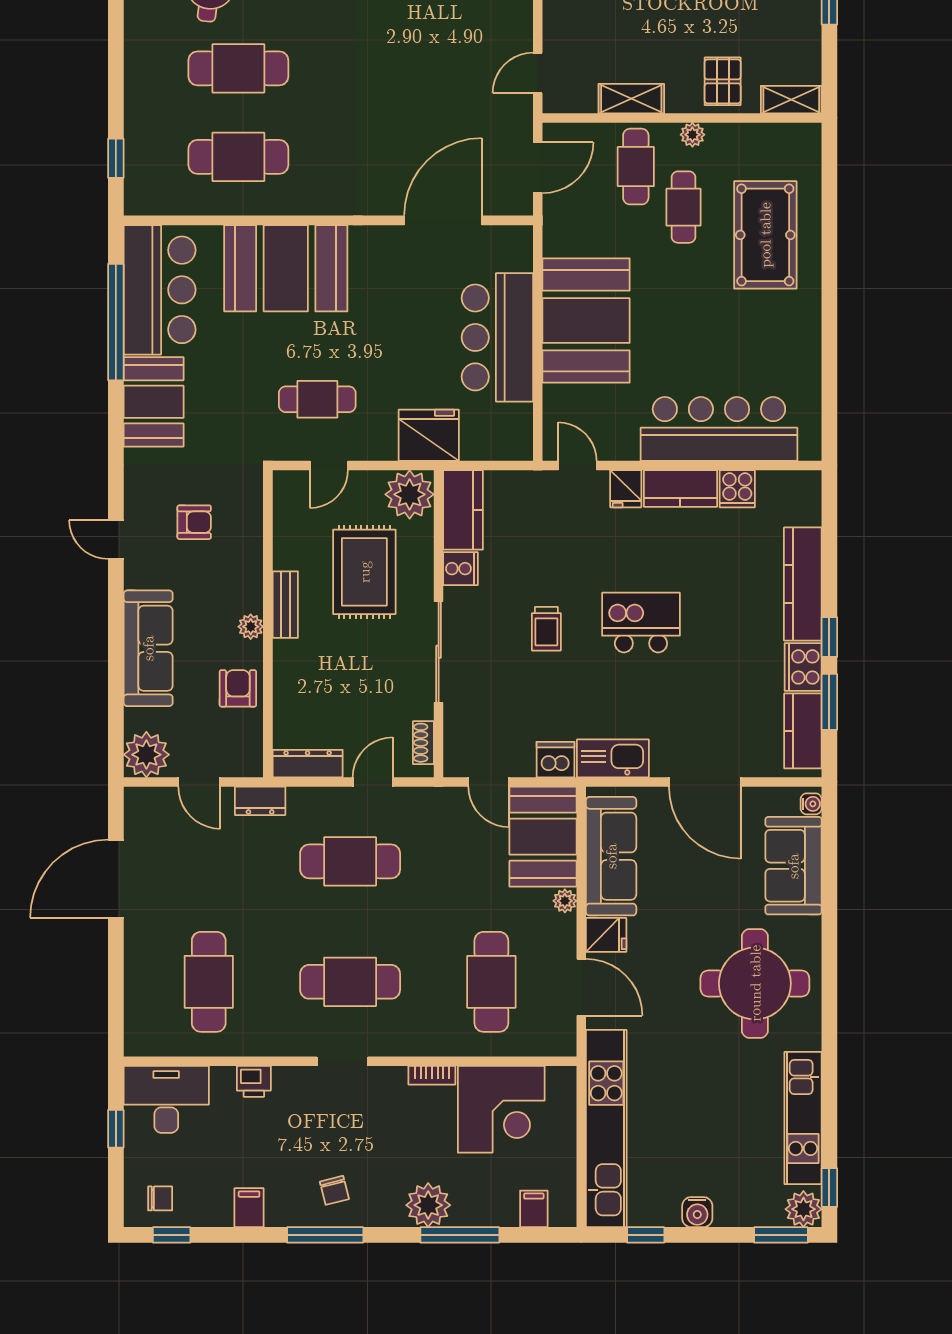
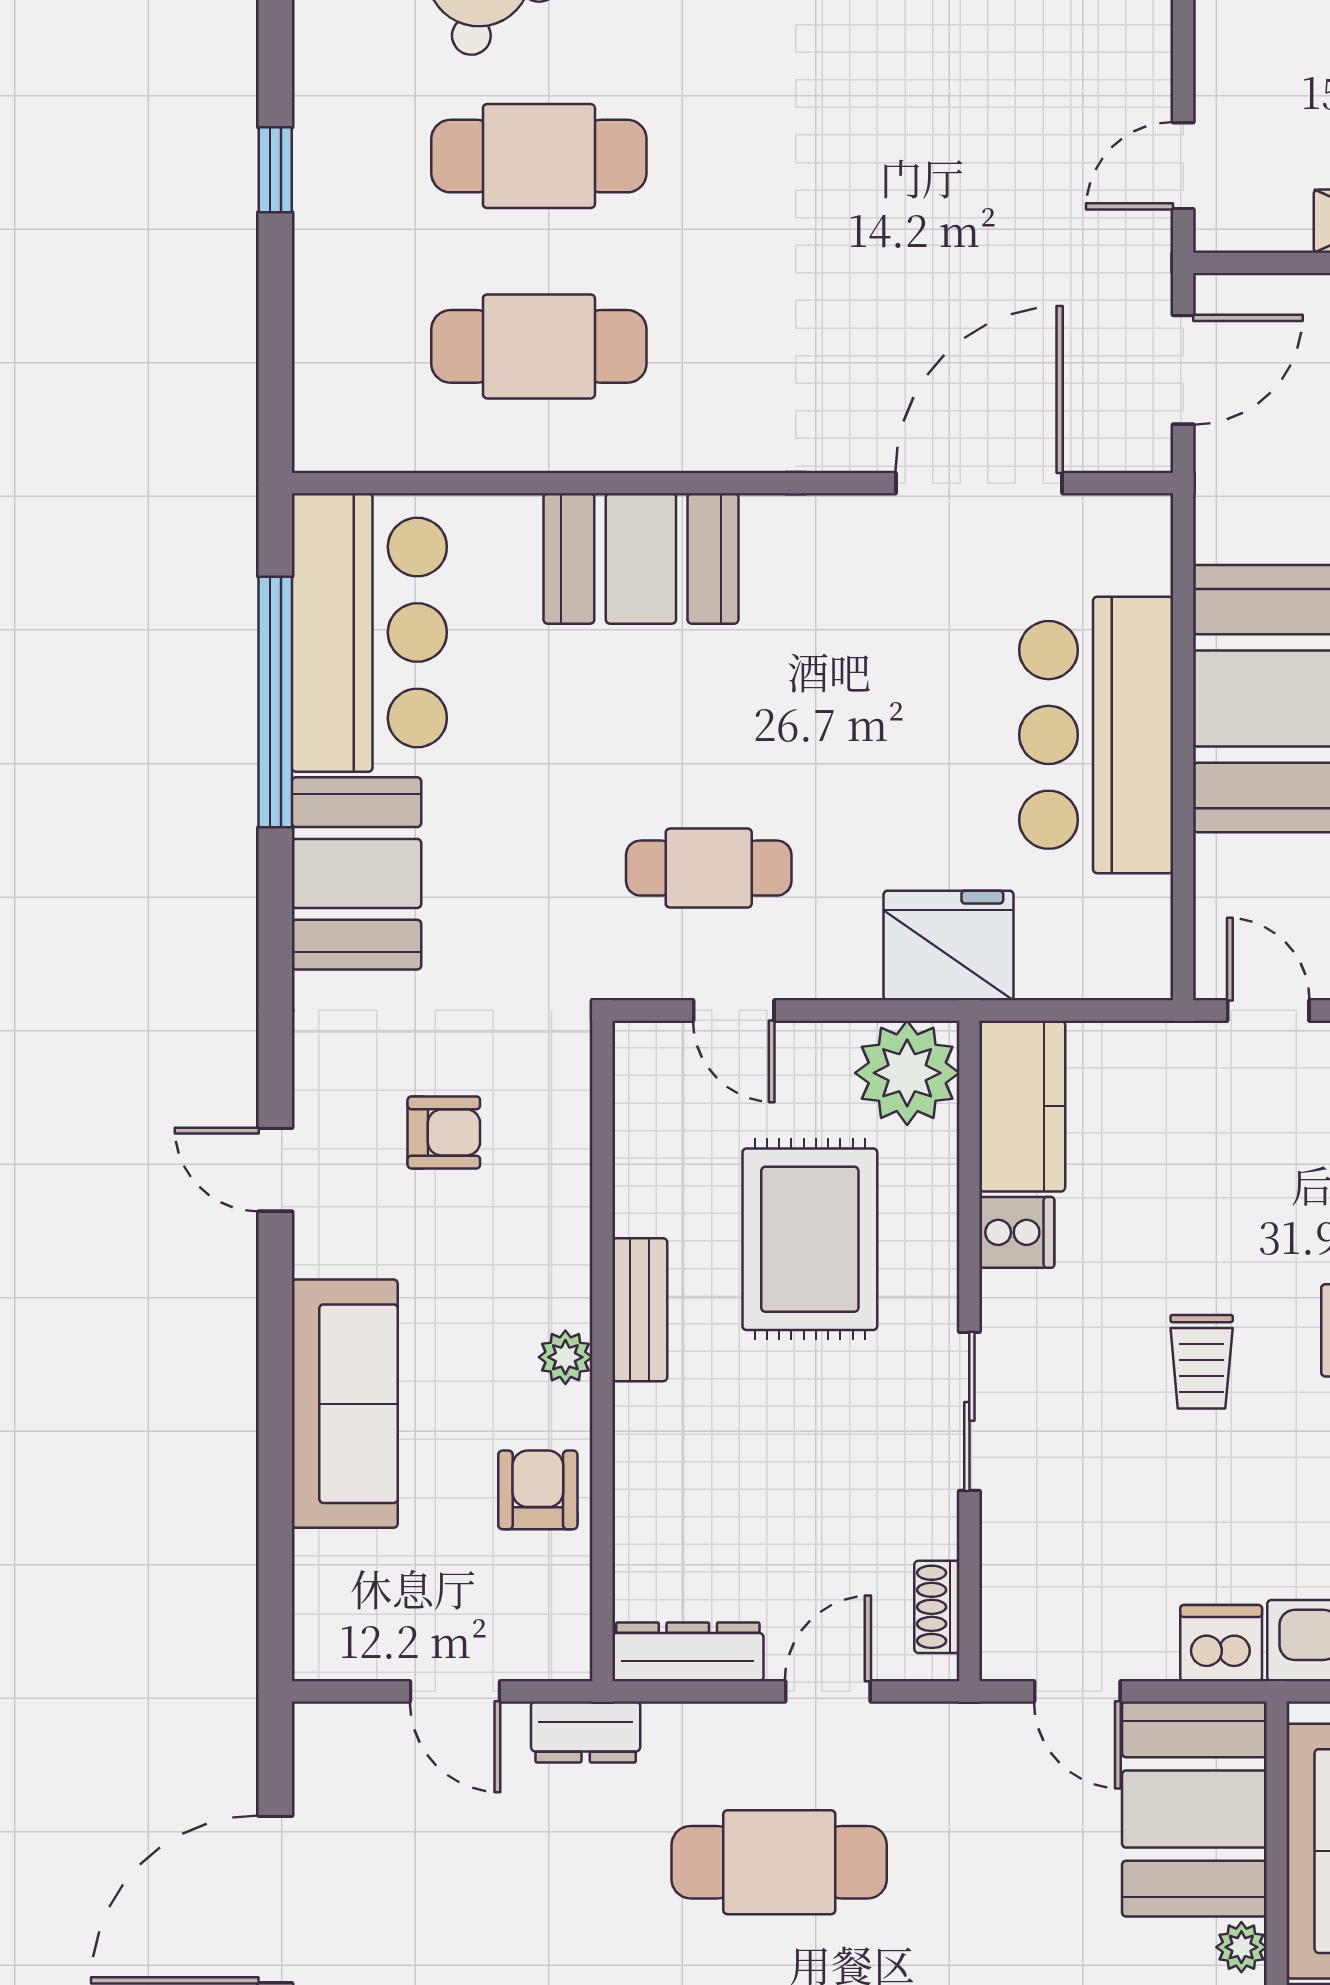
window: (116, 158) -> (275, 170), moved
booth: (286, 268) -> (641, 558), width x0.73, depth x0.70
door: (329, 466) -> (734, 1010), hinge flipped
sliding door: (439, 652) -> (969, 1411), width x0.73
plant: (146, 755) -> (341, 1632), removed

